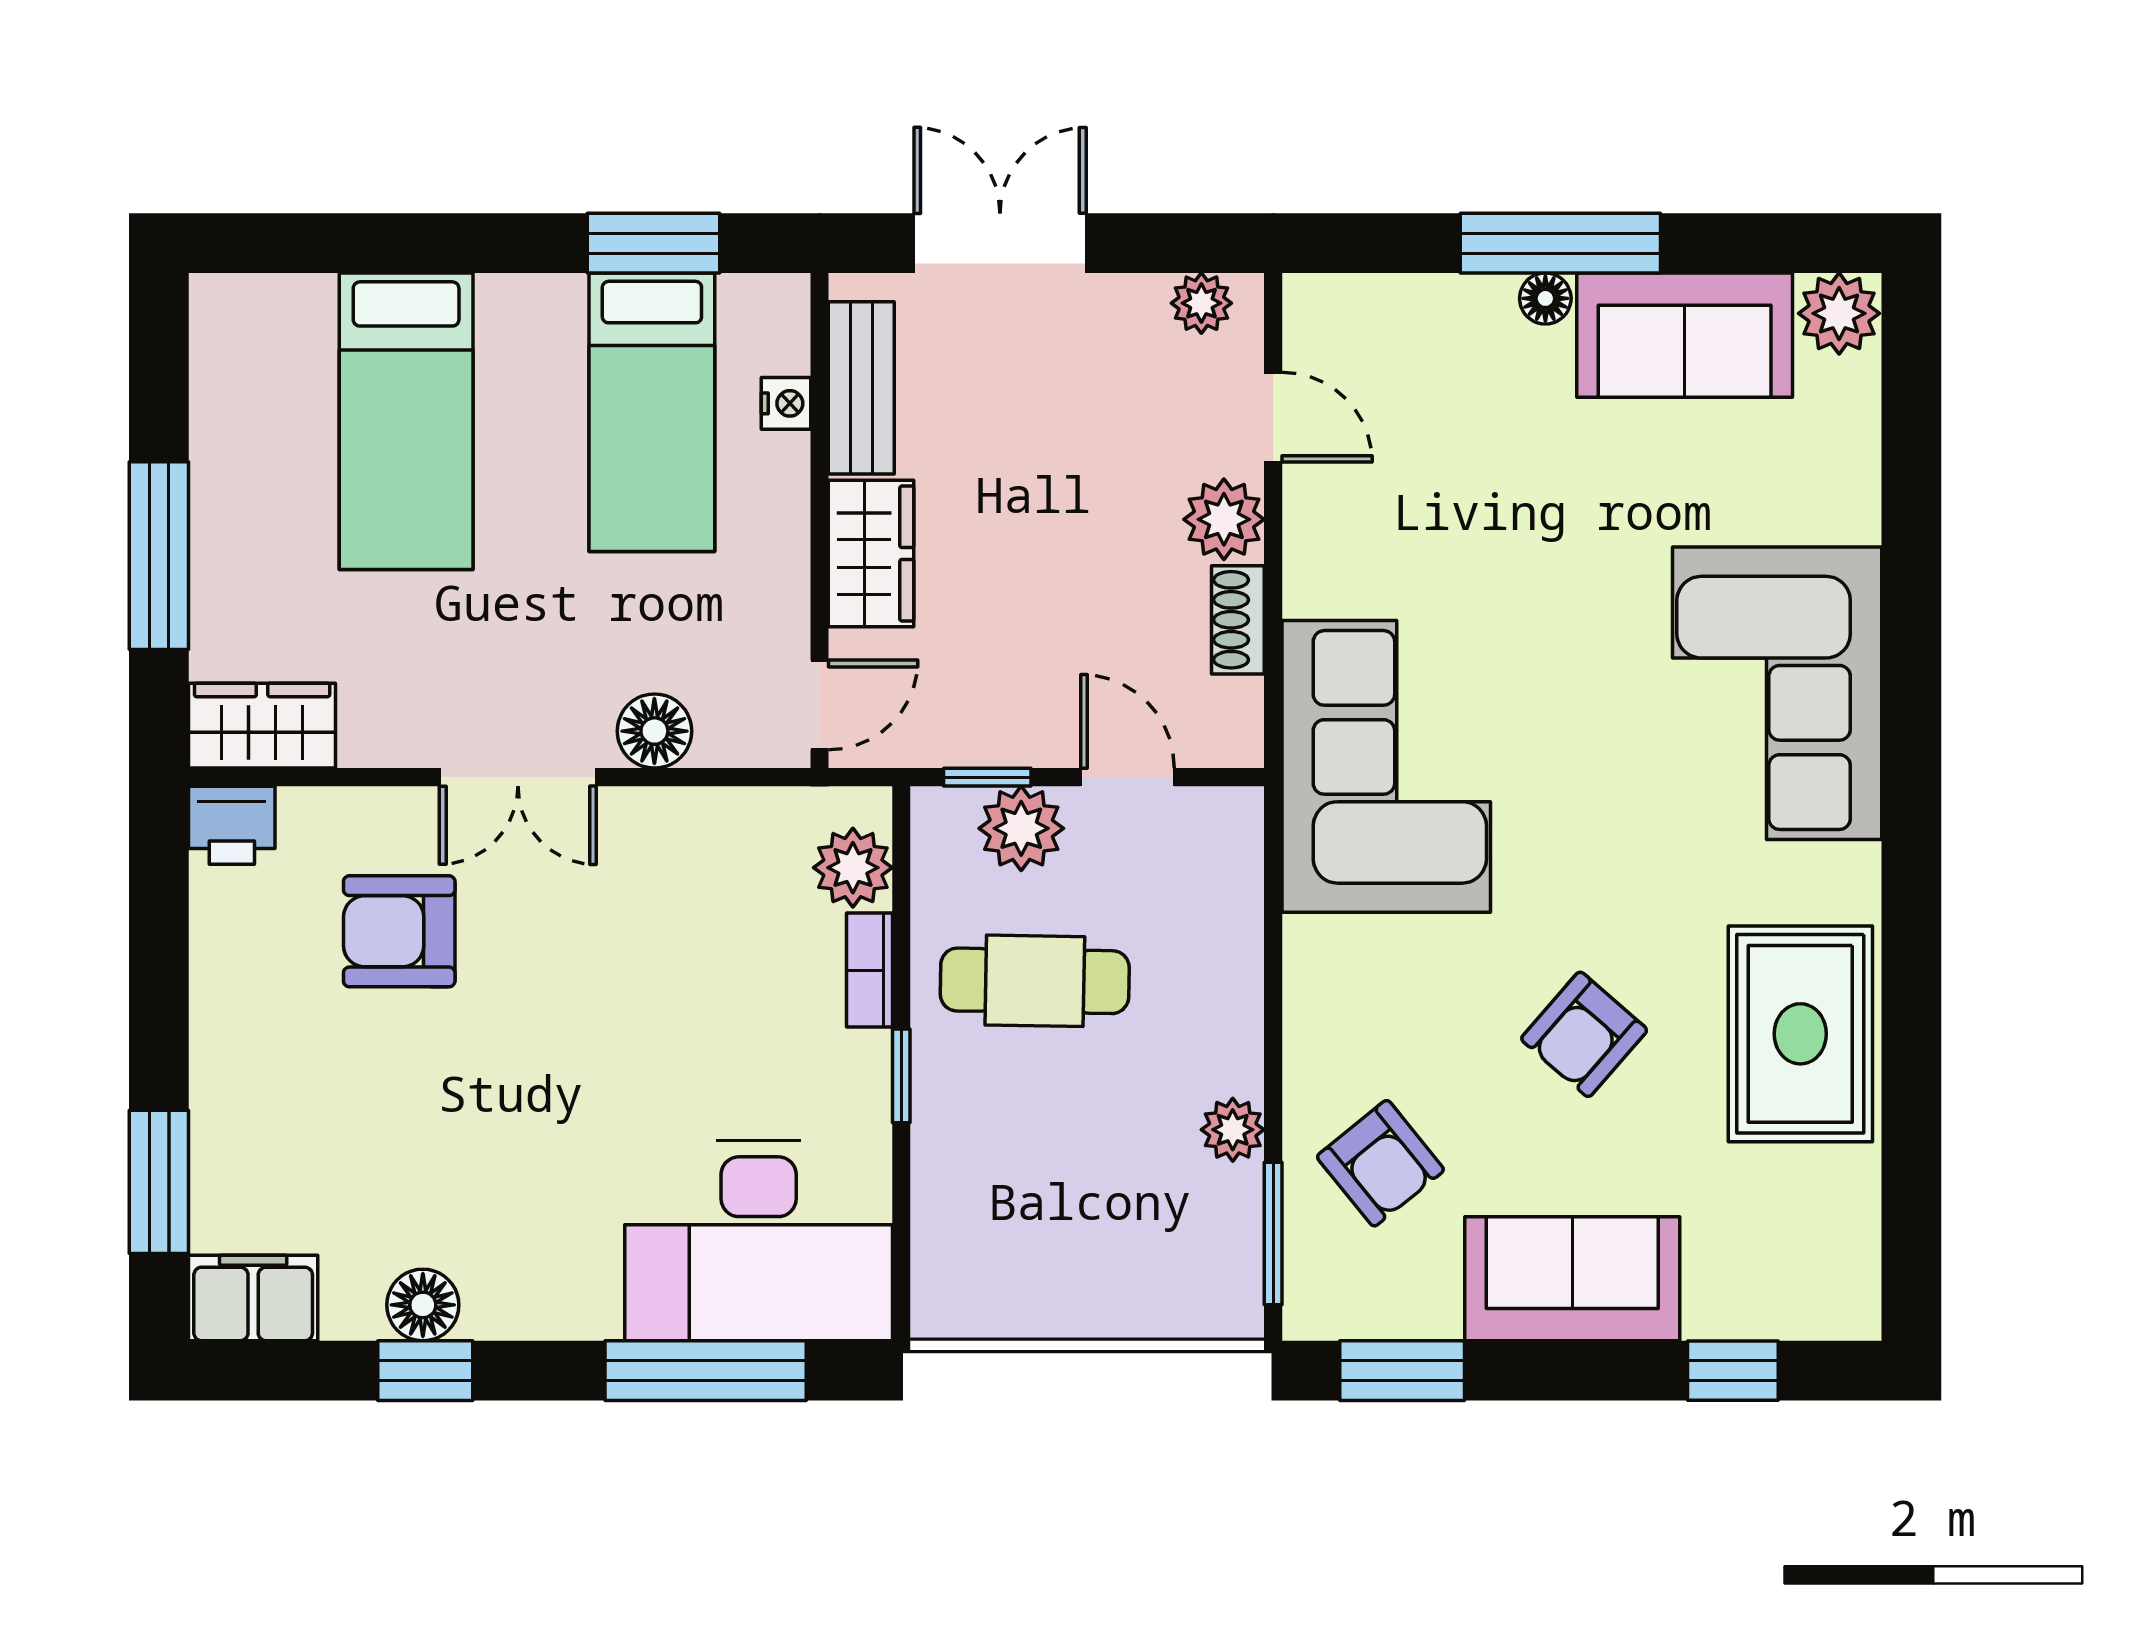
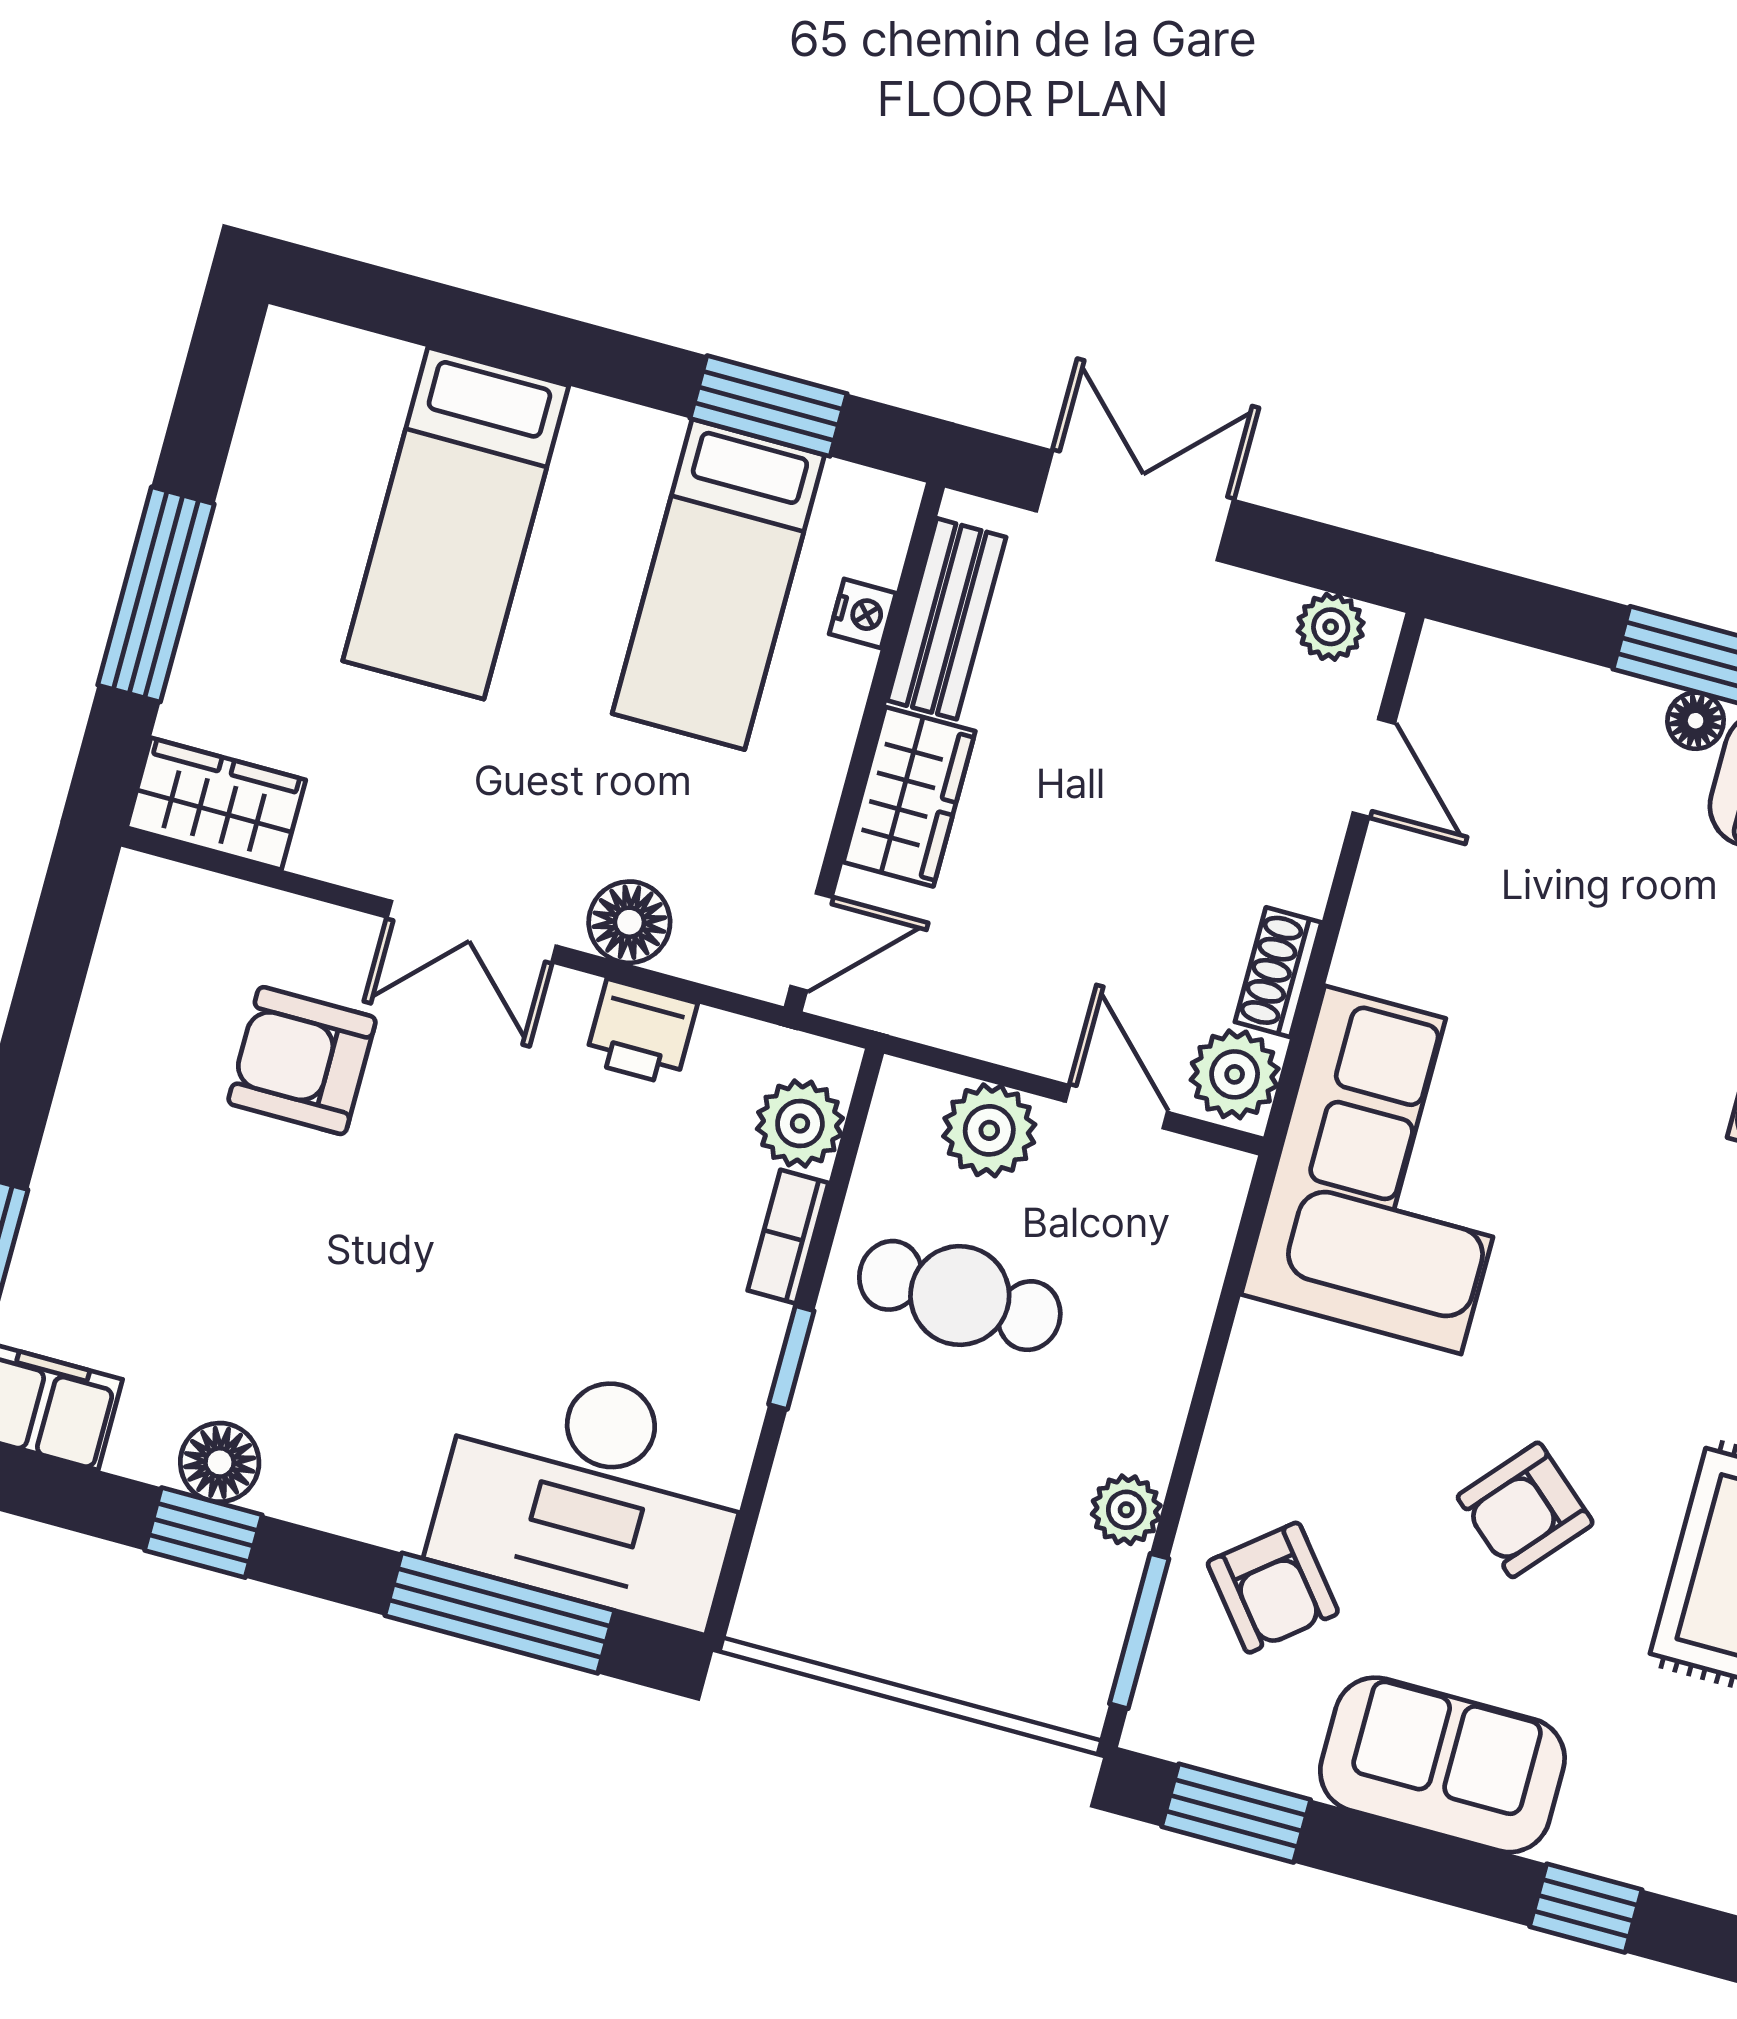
plant: (1224, 519) -> (1235, 1074), moved
window: (987, 777) -> (968, 1066), removed
printer: (232, 825) -> (641, 1032), moved

